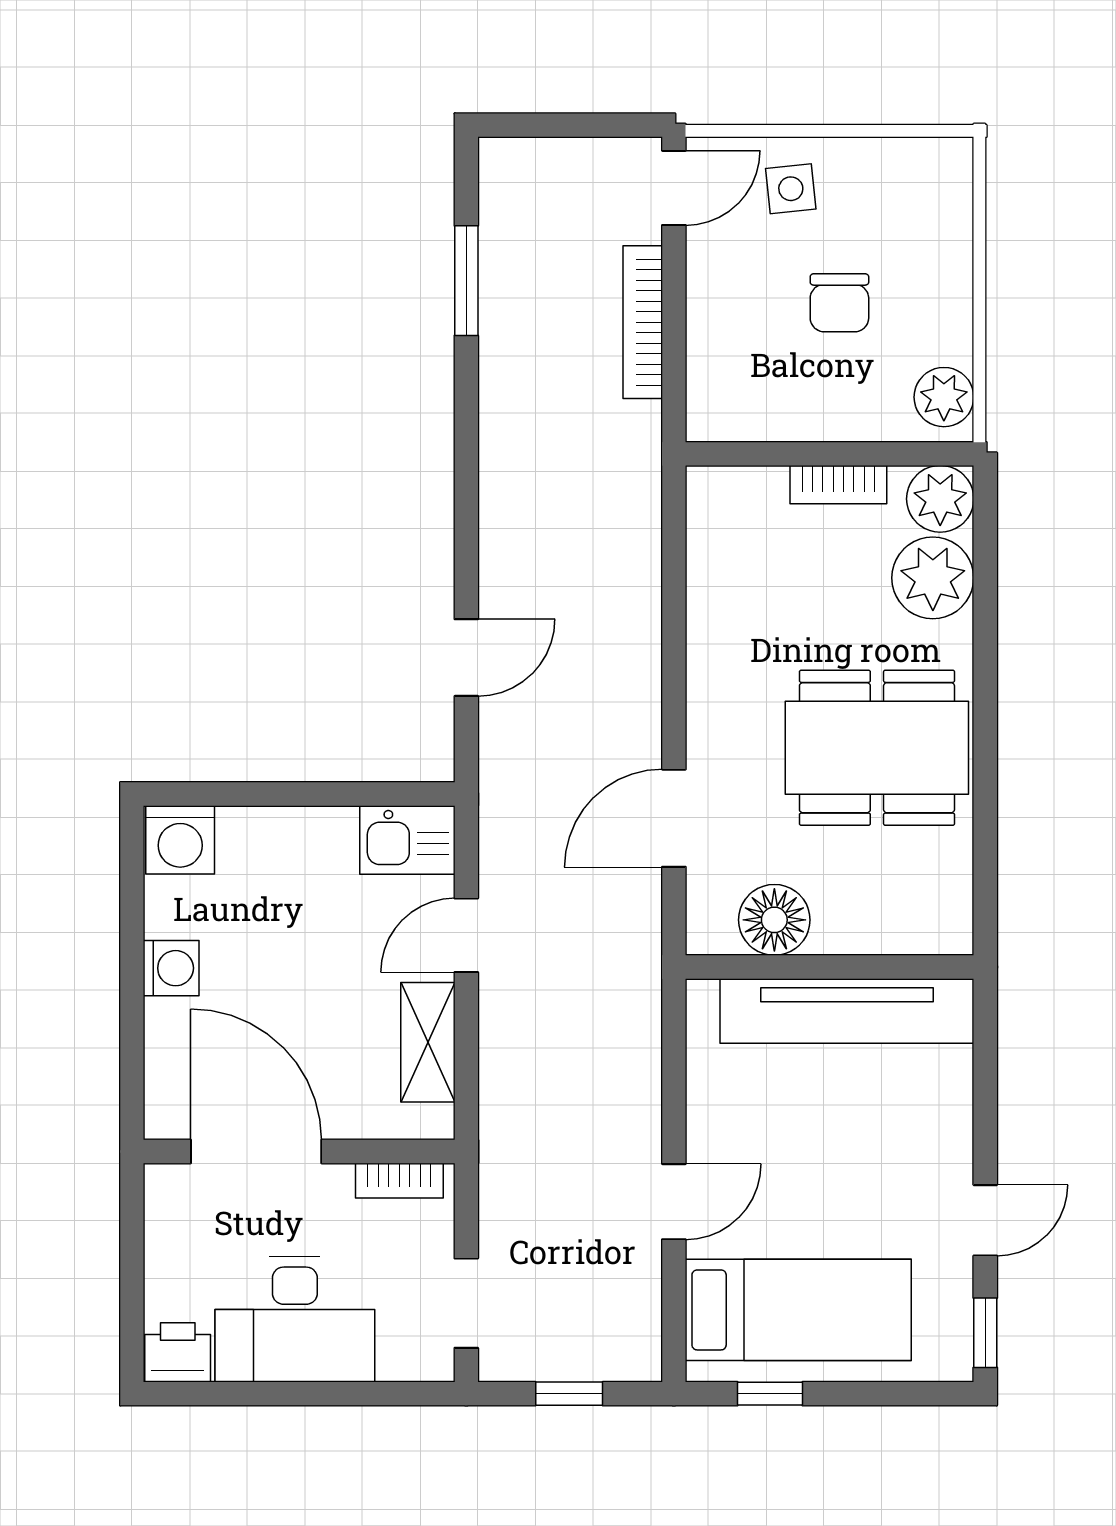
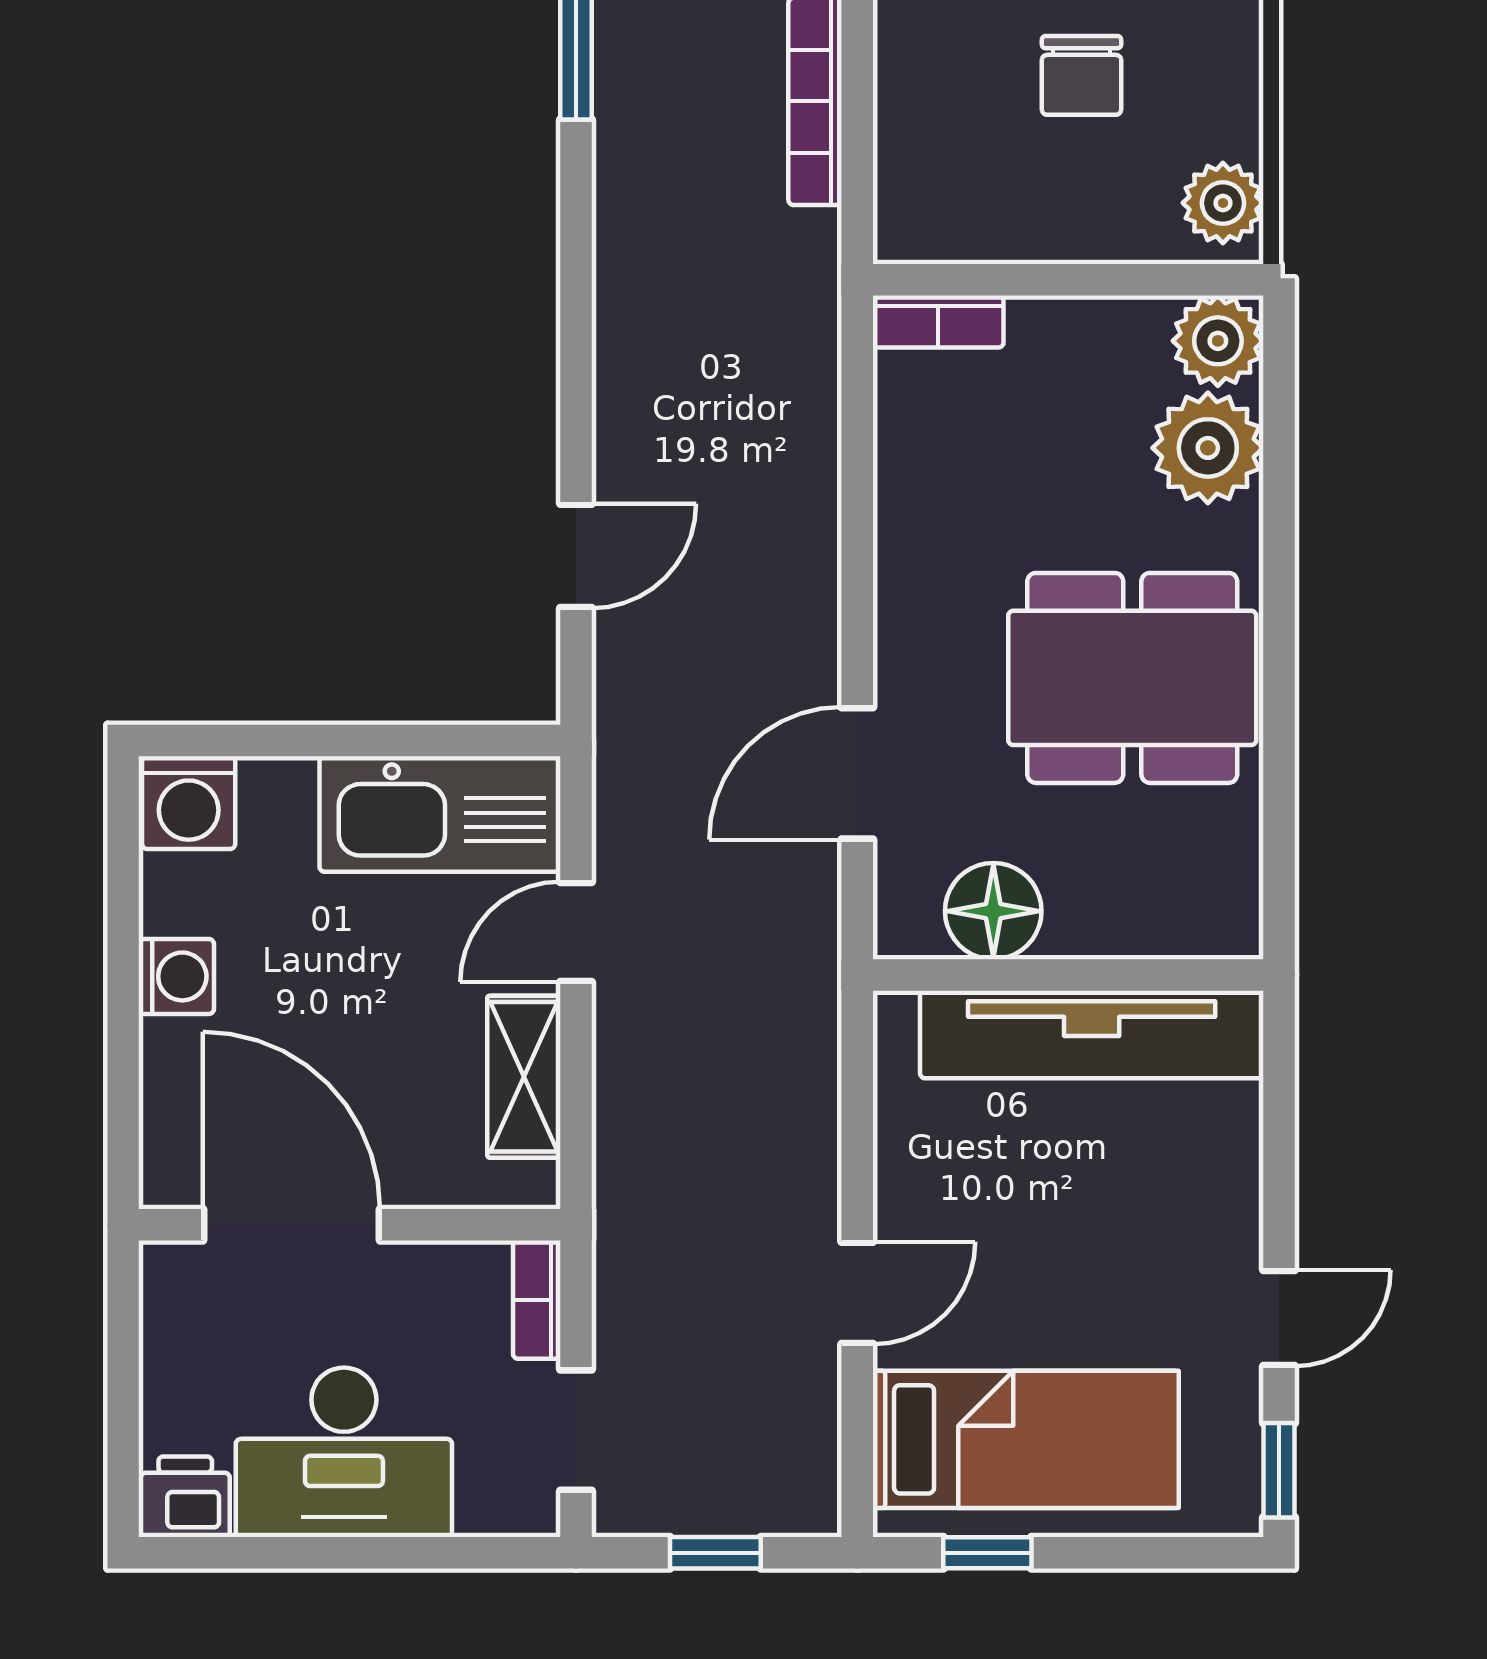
bookcase: (838, 485) -> (938, 322), moved
kitchen sink: (407, 840) -> (440, 814), width x1.87, depth x1.24
bookcase: (399, 1181) -> (537, 1300), moved, turned 90

